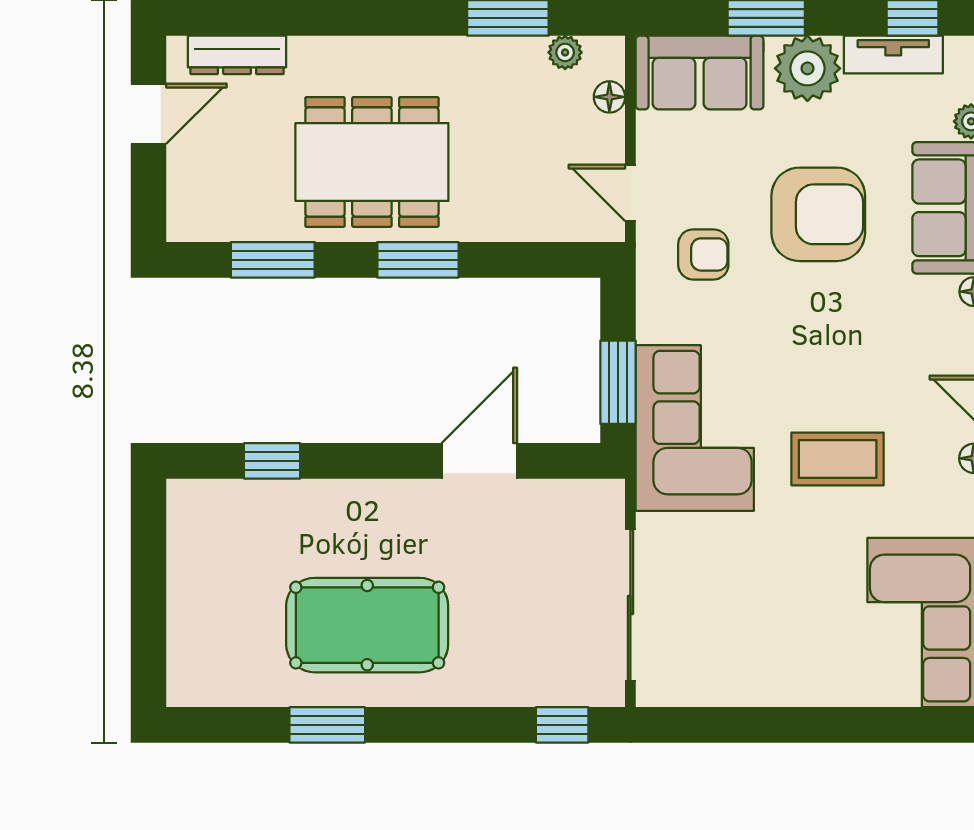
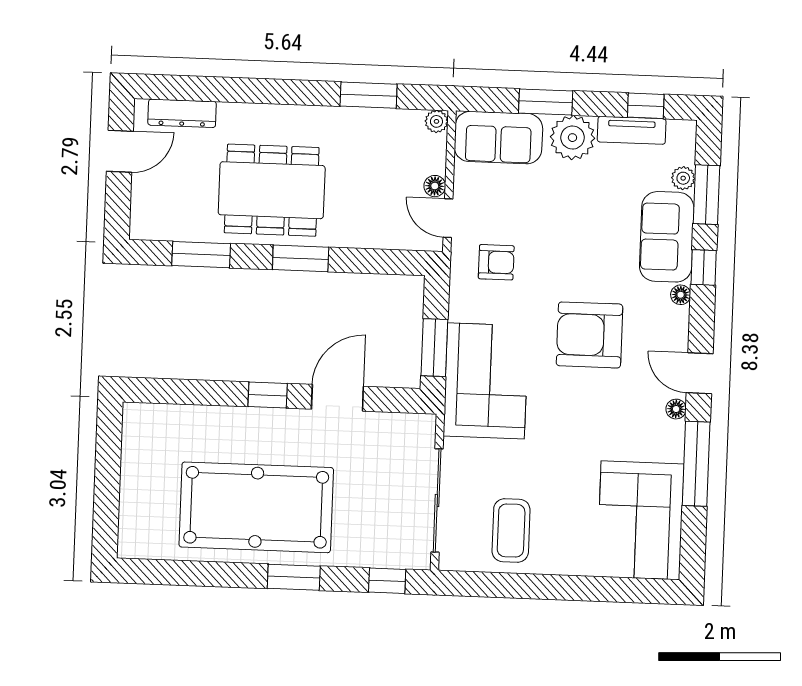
plant: (565, 52) -> (436, 121), moved
floor lamp: (609, 97) -> (435, 186), moved
armchair: (818, 214) -> (589, 335), moved, turned 180
coffee table: (838, 459) -> (511, 531), moved, turned 90
window: (272, 461) -> (268, 395), moved
pool table: (367, 625) -> (256, 507), width x1.36, depth x1.32
window: (327, 725) -> (294, 577), moved

